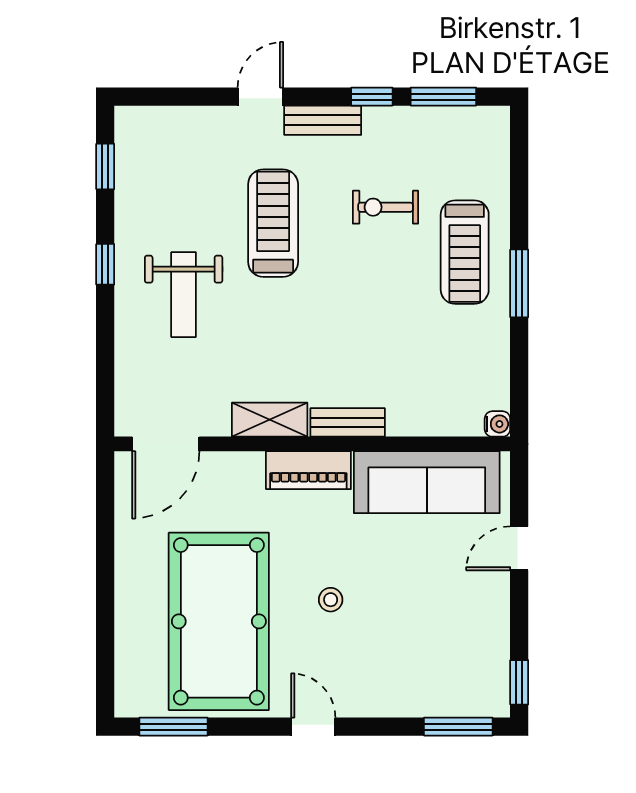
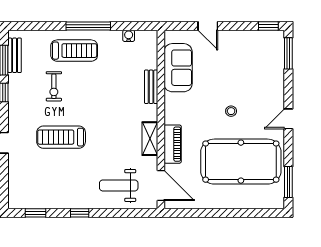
bench: (323, 120) -> (15, 55), moved
window: (519, 283) -> (88, 26), width x1.44
weight bench: (184, 295) -> (119, 185), moved, turned 180
bench: (348, 422) -> (151, 87), moved
water cooler: (497, 424) -> (129, 36), moved
piano: (308, 470) -> (173, 144), moved
sofa: (427, 482) -> (178, 68), width x0.73

